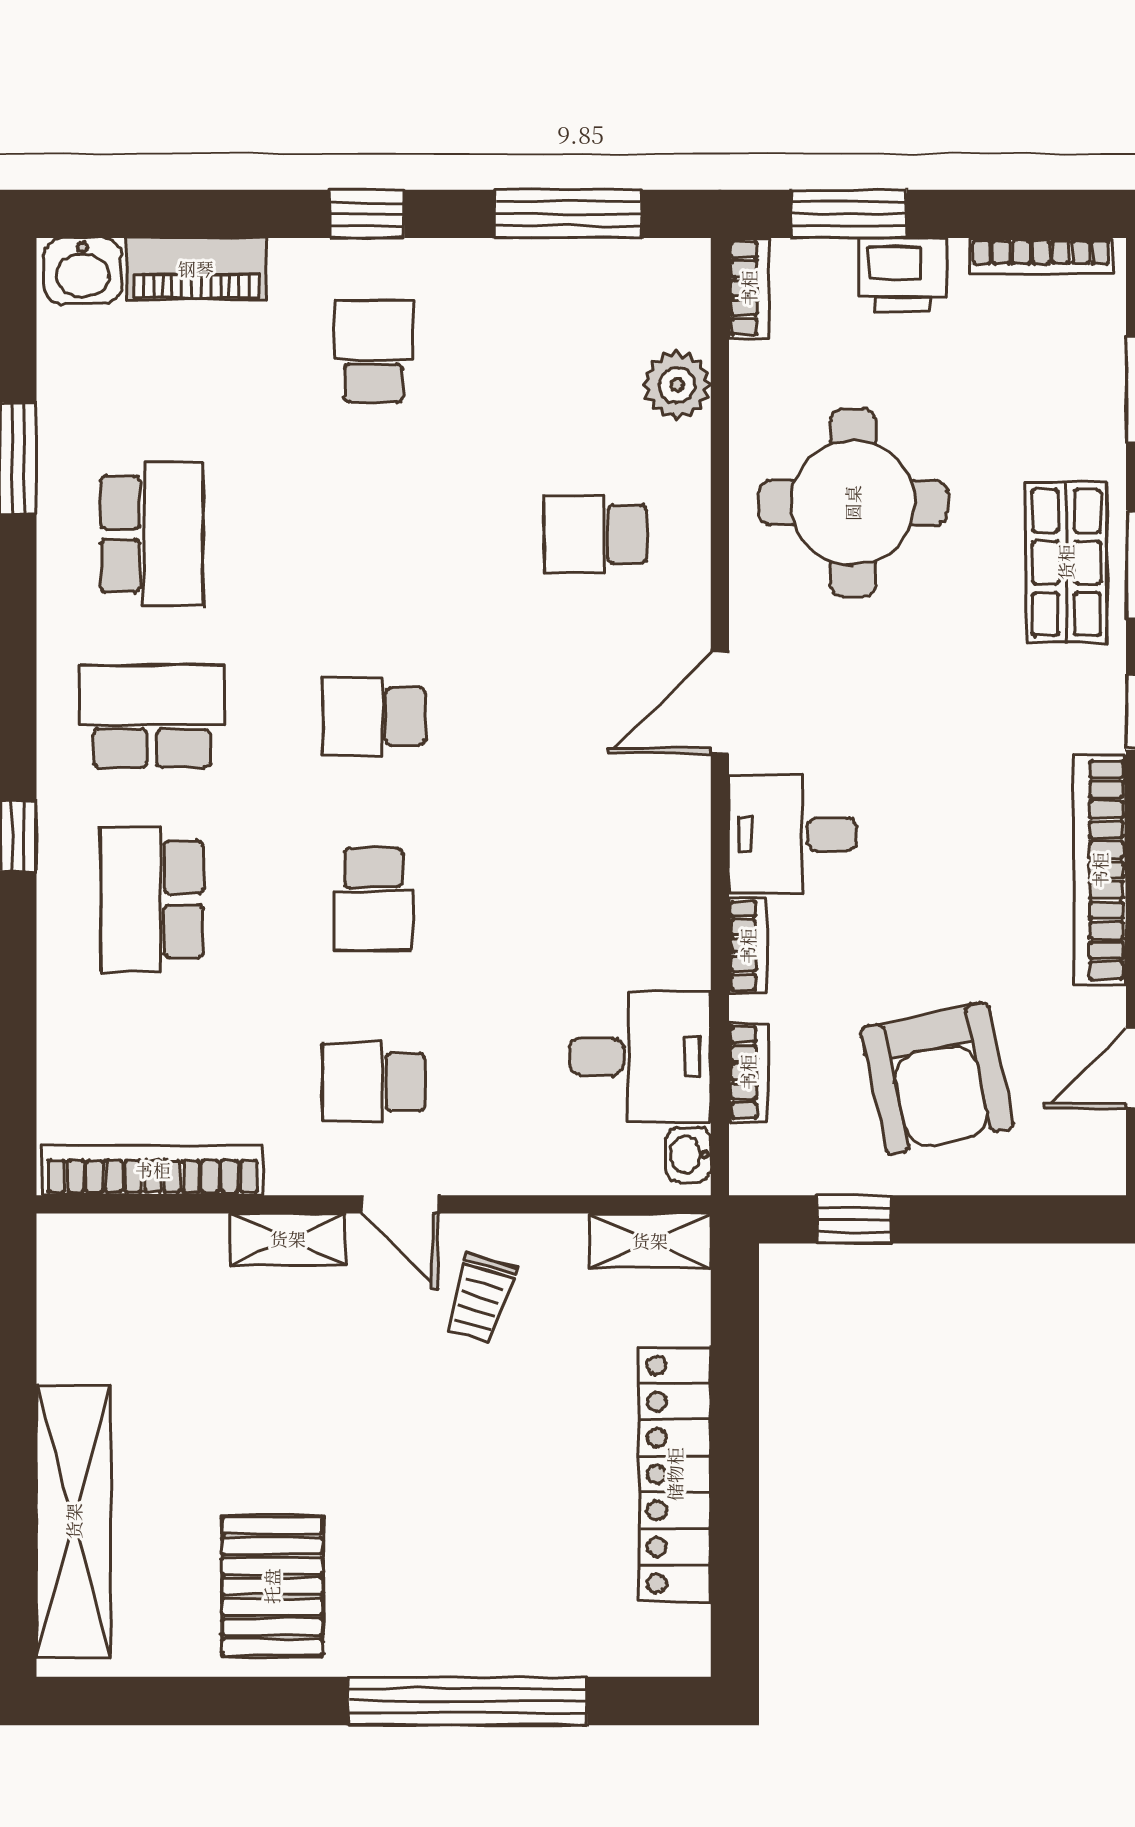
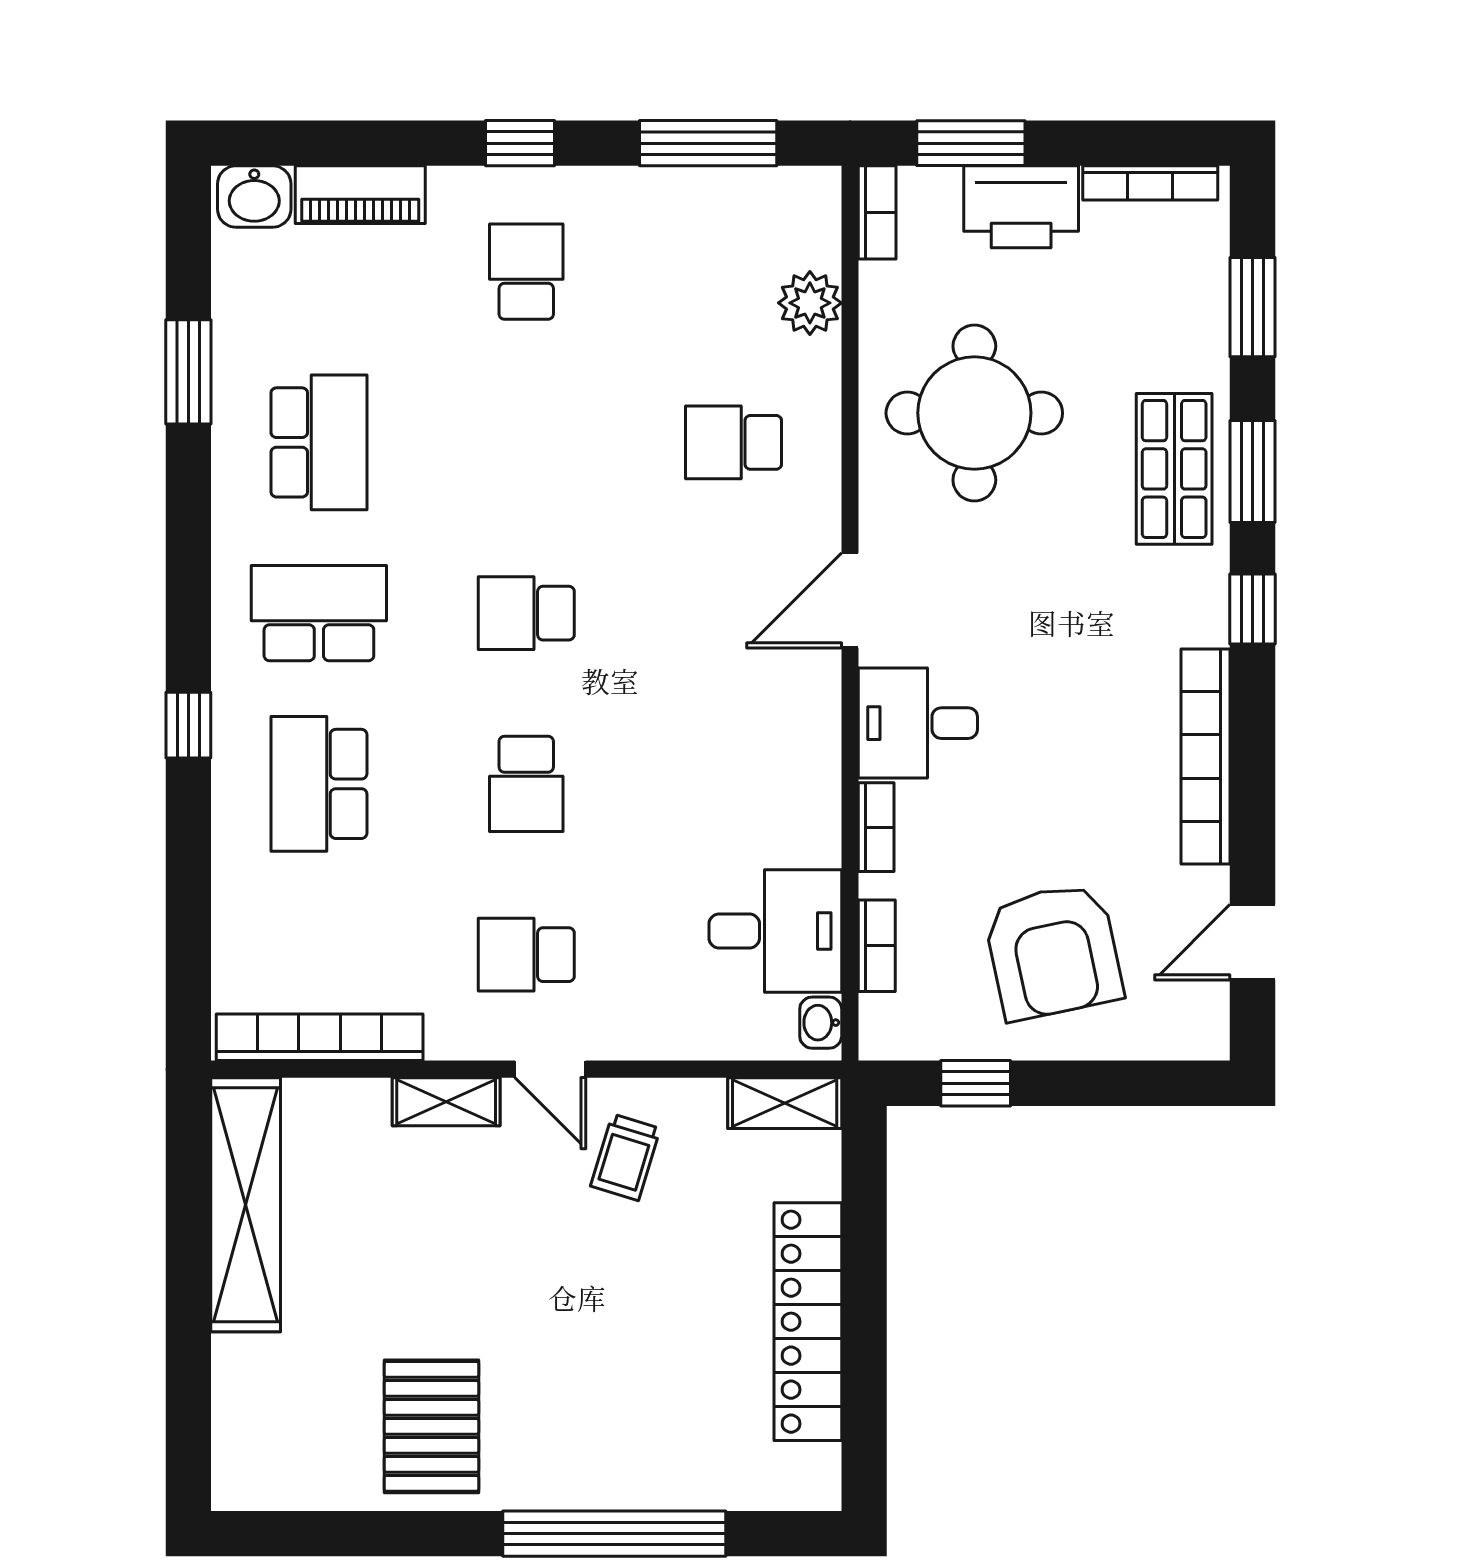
printer: (903, 275) -> (1021, 207), width x1.37, depth x1.19
shelving: (74, 1521) -> (246, 1205), moved

